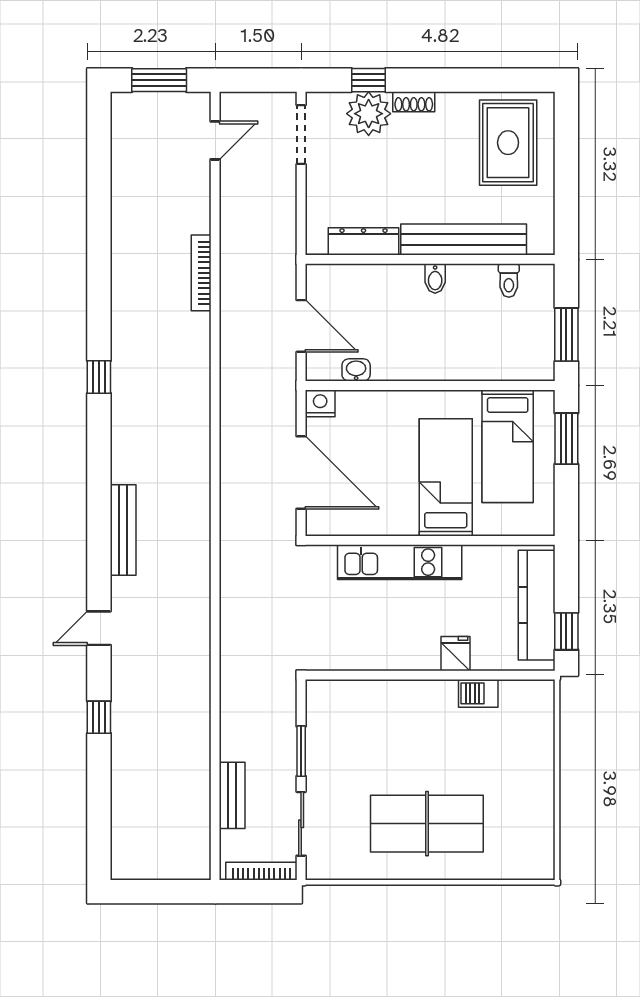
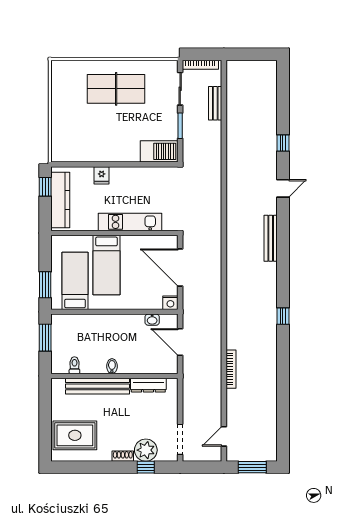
rug: (508, 143) -> (75, 435), turned 90
barbecue: (478, 693) -> (159, 151), moved, width x1.88, depth x1.53

